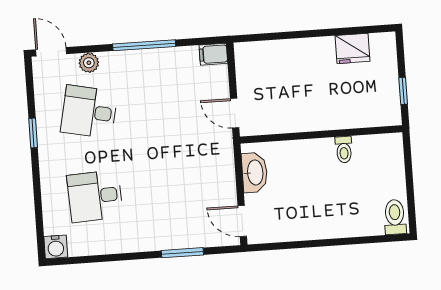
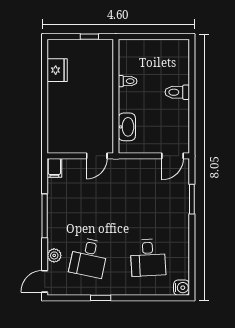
washbasin: (255, 173) -> (127, 127), moved, turned 90
toilet: (395, 217) -> (177, 92), moved

